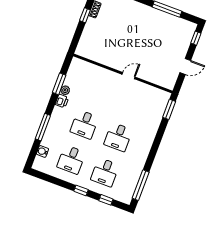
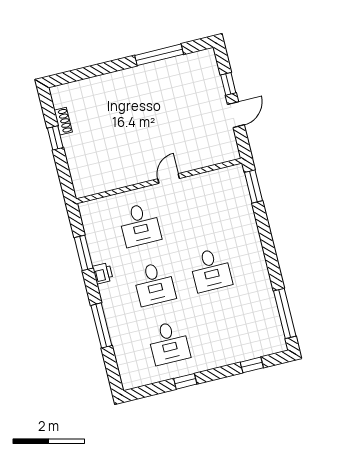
window: (196, 38) -> (228, 84), moved
plant: (65, 90) -> (97, 256), removed
water cooler: (42, 151) -> (123, 358), removed
desk: (105, 172) -> (140, 225), moved
window: (81, 190) -> (185, 381), moved

